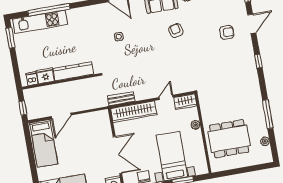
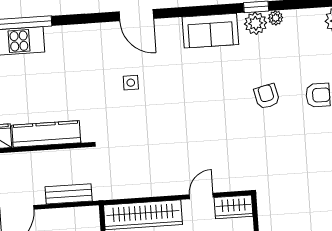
armchair: (176, 31) -> (267, 96), moved
bench: (121, 99) -> (69, 194), moved

